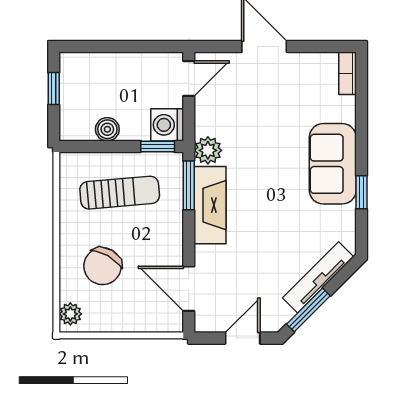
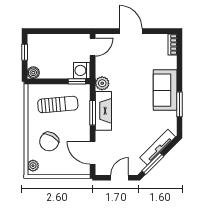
boiler: (107, 129) -> (33, 73), moved
window: (189, 185) -> (93, 113), moved
window: (361, 192) -> (179, 104), width x1.50

